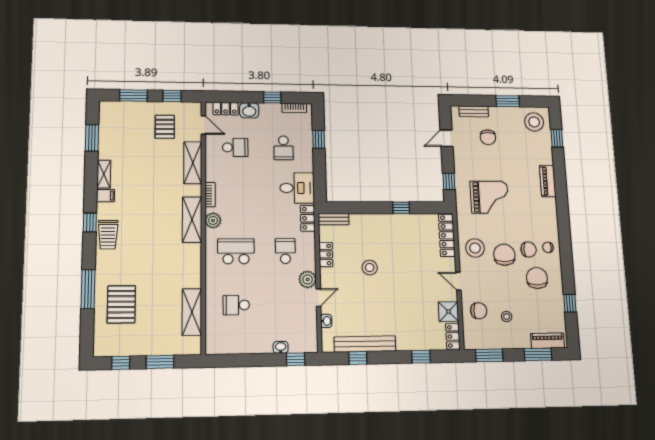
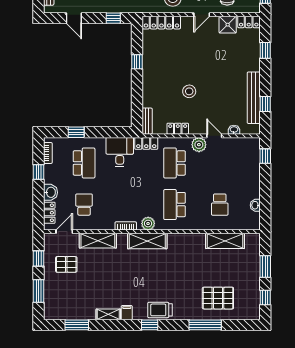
school desk: (284, 148) -> (84, 163), width x1.85
trolley: (108, 235) -> (160, 310), turned 180
school desk: (285, 251) -> (175, 163), width x1.85
washbasin: (281, 347) -> (255, 205), moved

